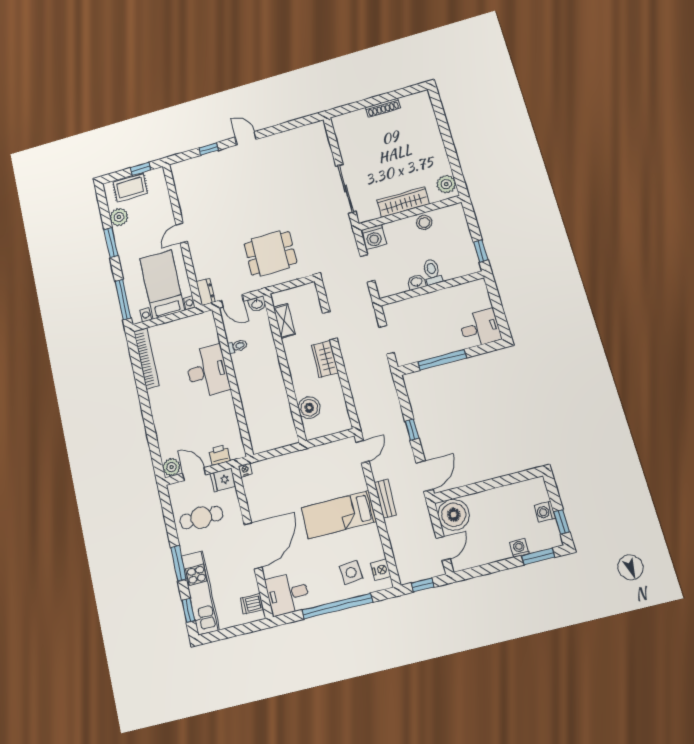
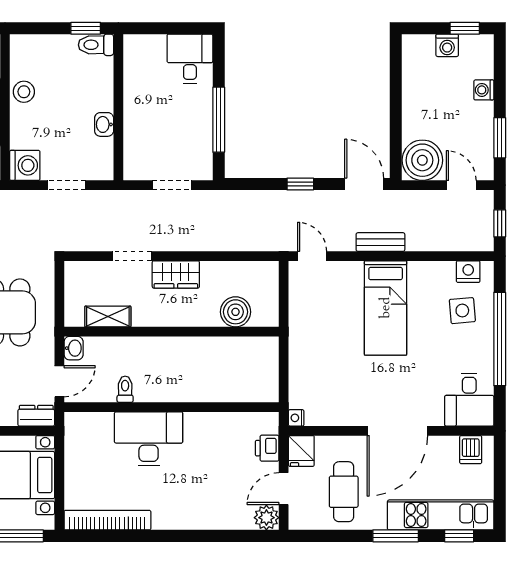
toilet: (432, 272) -> (96, 45), moved
door: (253, 546) -> (397, 431), swing flipped
window: (538, 556) -> (500, 138), moved

